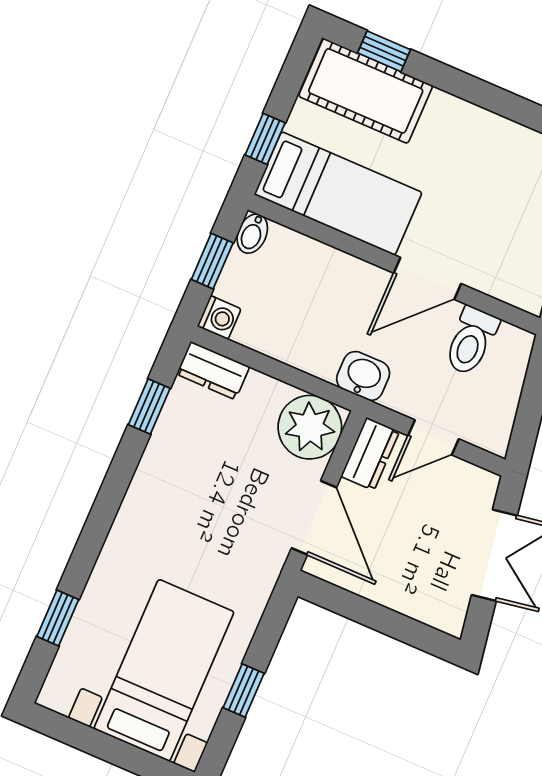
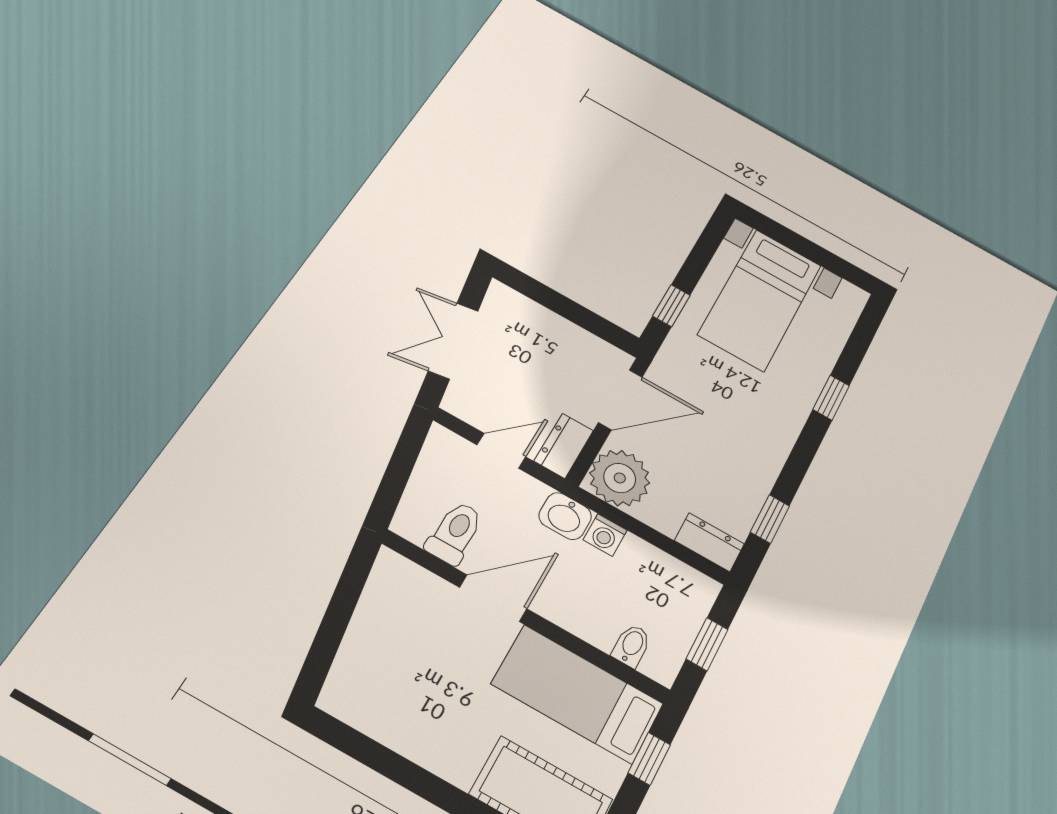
bidet: (252, 234) -> (632, 646), moved
washing machine: (219, 318) -> (605, 535), moved, turned -90
door: (314, 518) -> (621, 400), swing flipped
window: (58, 618) -> (831, 398), moved
window: (244, 690) -> (671, 306), moved

